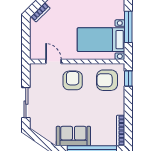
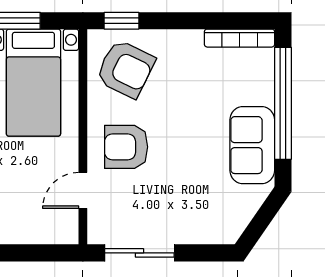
armchair: (107, 80) -> (125, 69), turned -64
sliding door: (26, 103) -> (139, 253), moved

